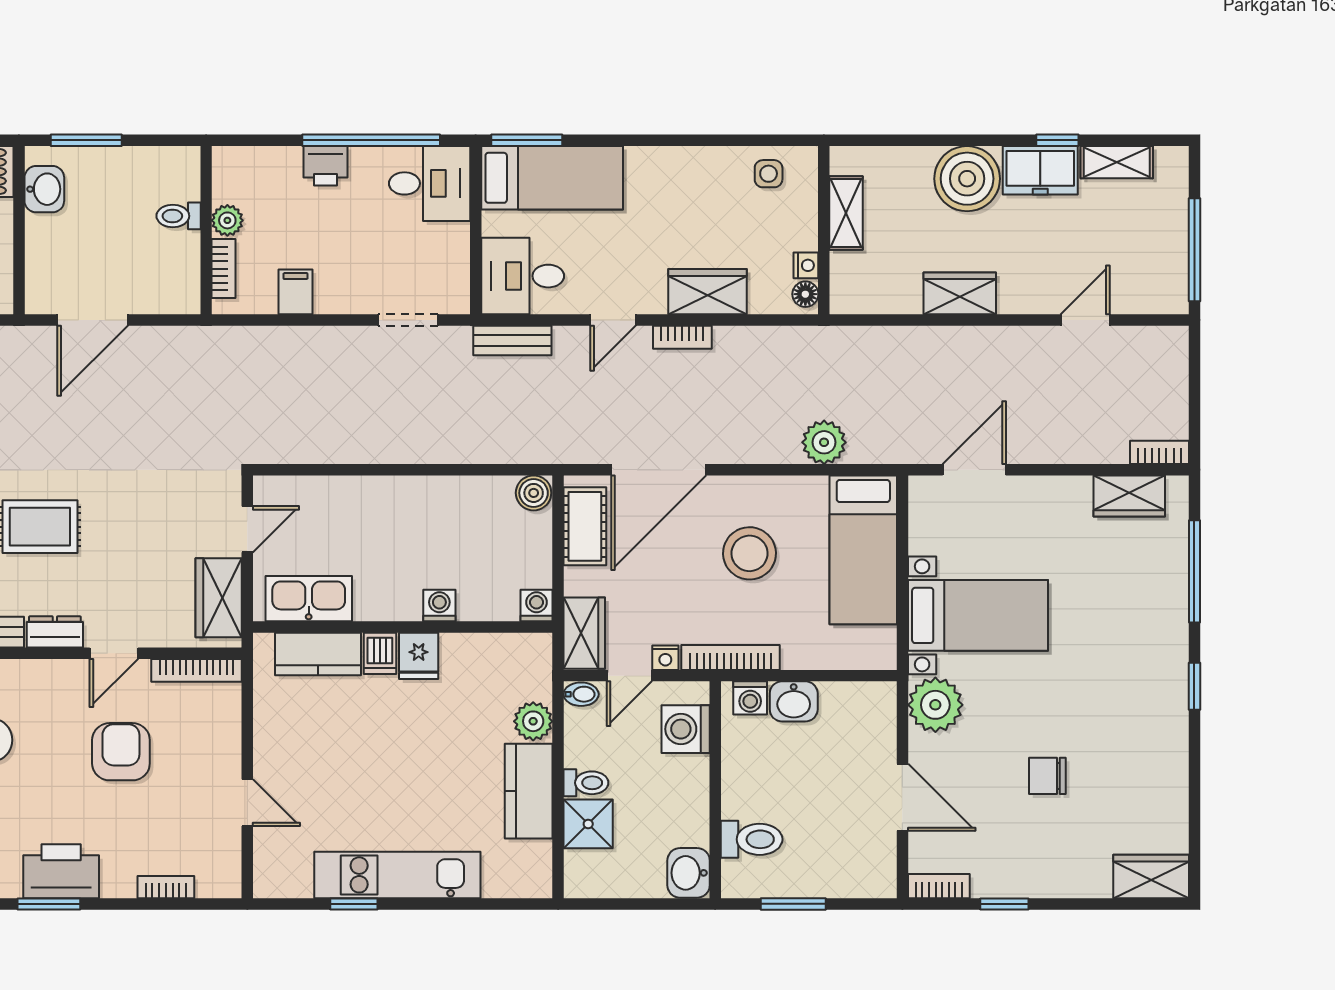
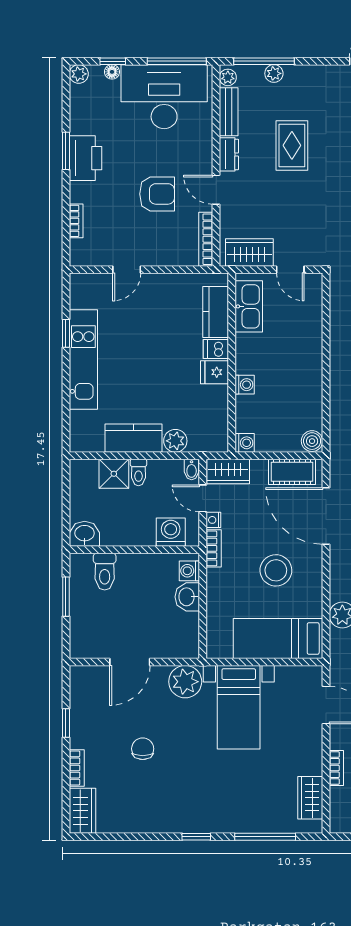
bookcase: (1159, 452) -> (336, 768), moved
bookcase: (731, 657) -> (214, 548), width x0.64
bookcase: (939, 886) -> (77, 768), moved

